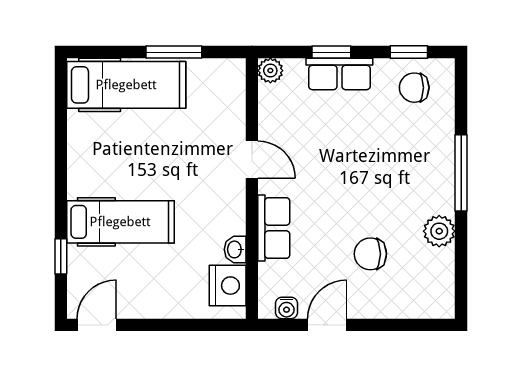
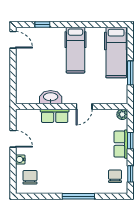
hospital bed: (120, 222) -> (75, 50), moved
plant: (439, 231) -> (53, 187), removed
washbasin: (235, 249) -> (51, 97), width x1.91, depth x1.45
chair: (370, 254) -> (30, 177), moved
nightstand: (228, 286) -> (30, 96), removed
water cooler: (287, 308) -> (20, 159), moved

